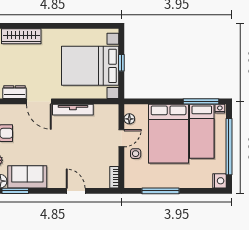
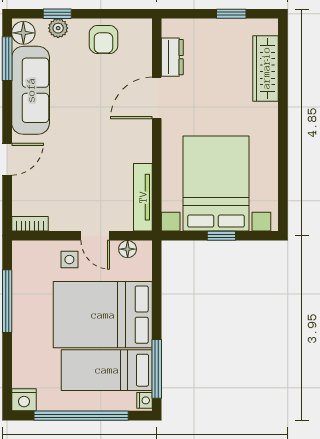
tv unit: (73, 110) -> (143, 197), moved
sofa: (27, 177) -> (31, 90), width x1.36

